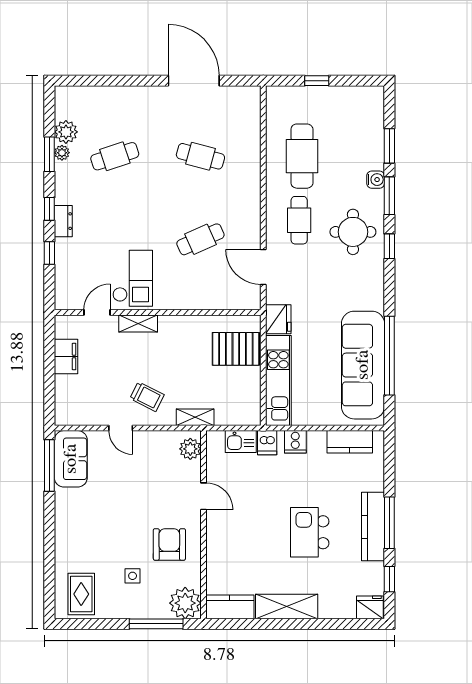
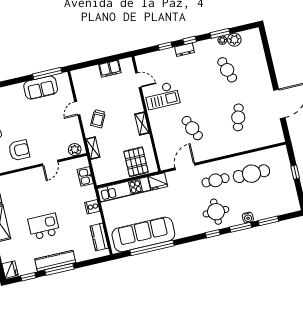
shelving: (138, 323) -> (142, 123), moved
dishwasher: (267, 443) -> (88, 191), removed
sofa: (71, 459) -> (41, 88), moved

